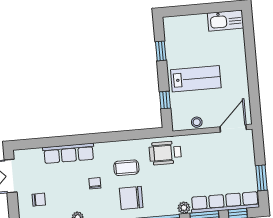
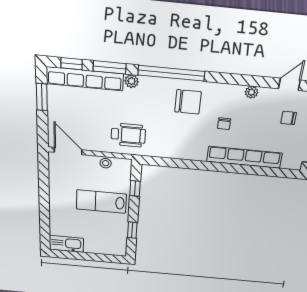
door: (233, 128) -> (68, 151), swing flipped
row of seats: (69, 153) -> (244, 157), width x1.36
wheelchair: (165, 153) -> (128, 135), moved
coffee table: (126, 168) -> (187, 133), removed

